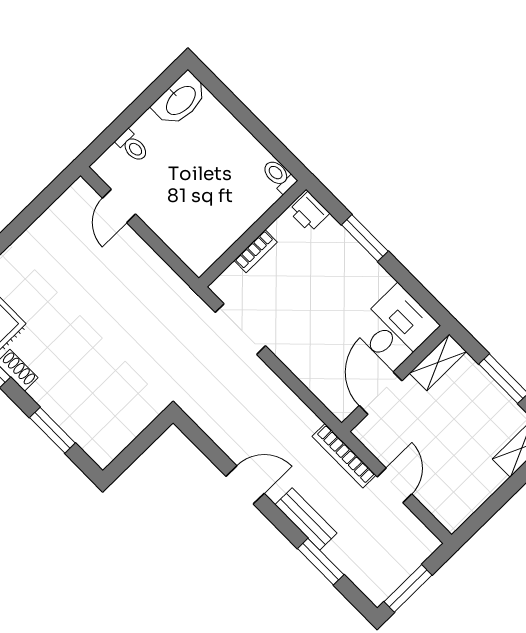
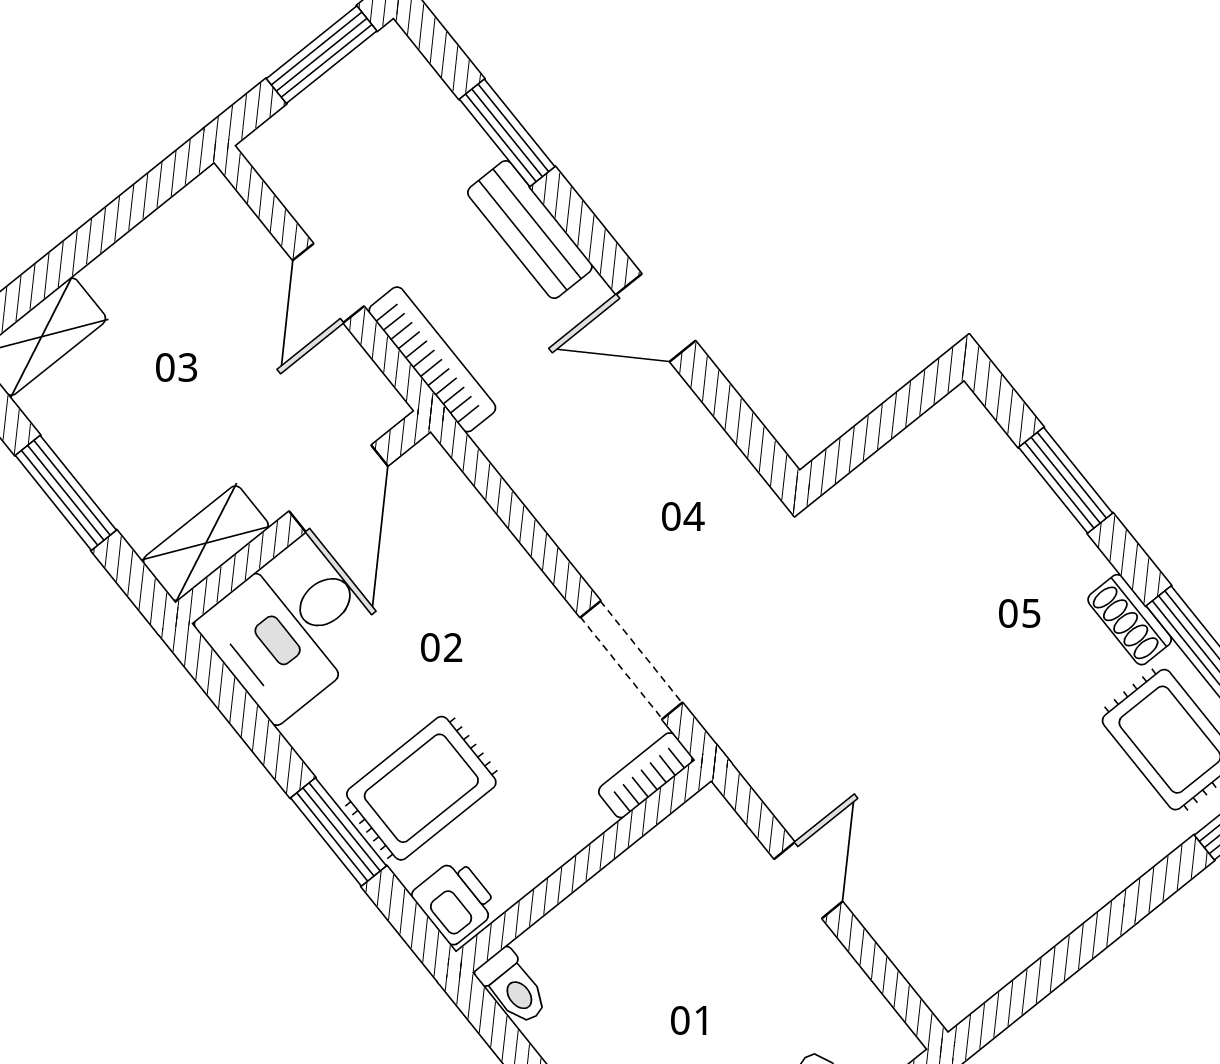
door: (119, 206) -> (808, 880), moved
bookcase: (256, 251) -> (646, 775), moved
rug: (329, 262) -> (421, 788), added

